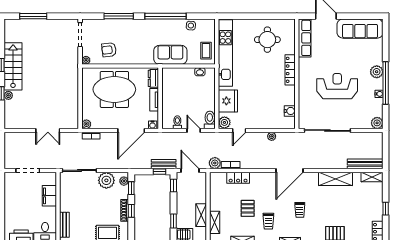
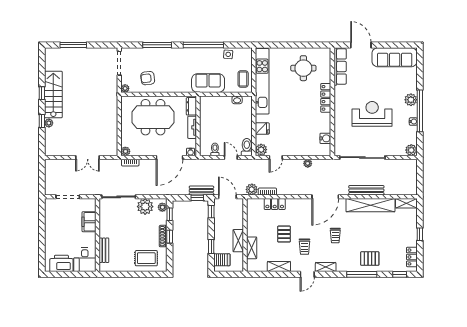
fridge: (228, 101) -> (262, 129), width x0.53, depth x0.75
bench: (365, 164) -> (366, 190), moved
shelving: (336, 179) -> (370, 205), width x1.47

